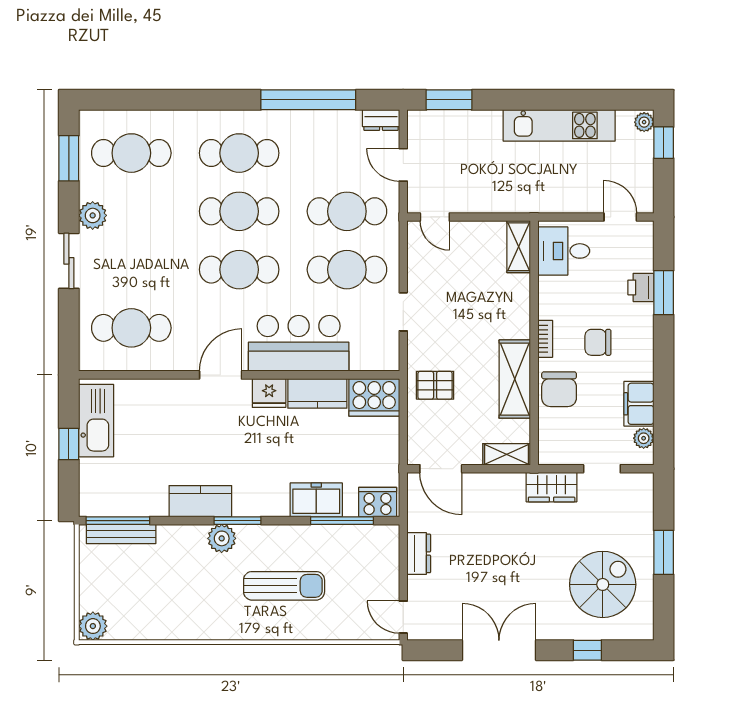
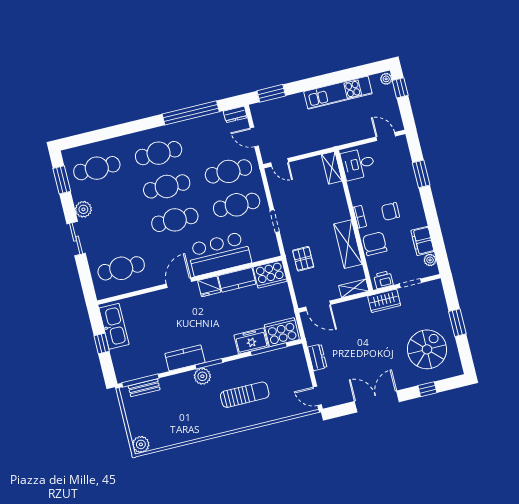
printer: (641, 287) -> (383, 280), moved, turned 90
pallet: (435, 385) -> (303, 259), turned 90
chair: (559, 389) -> (375, 244), turned 180
cooker: (378, 502) -> (282, 332), width x1.37, depth x1.31
bench: (121, 534) -> (144, 388), width x0.73

